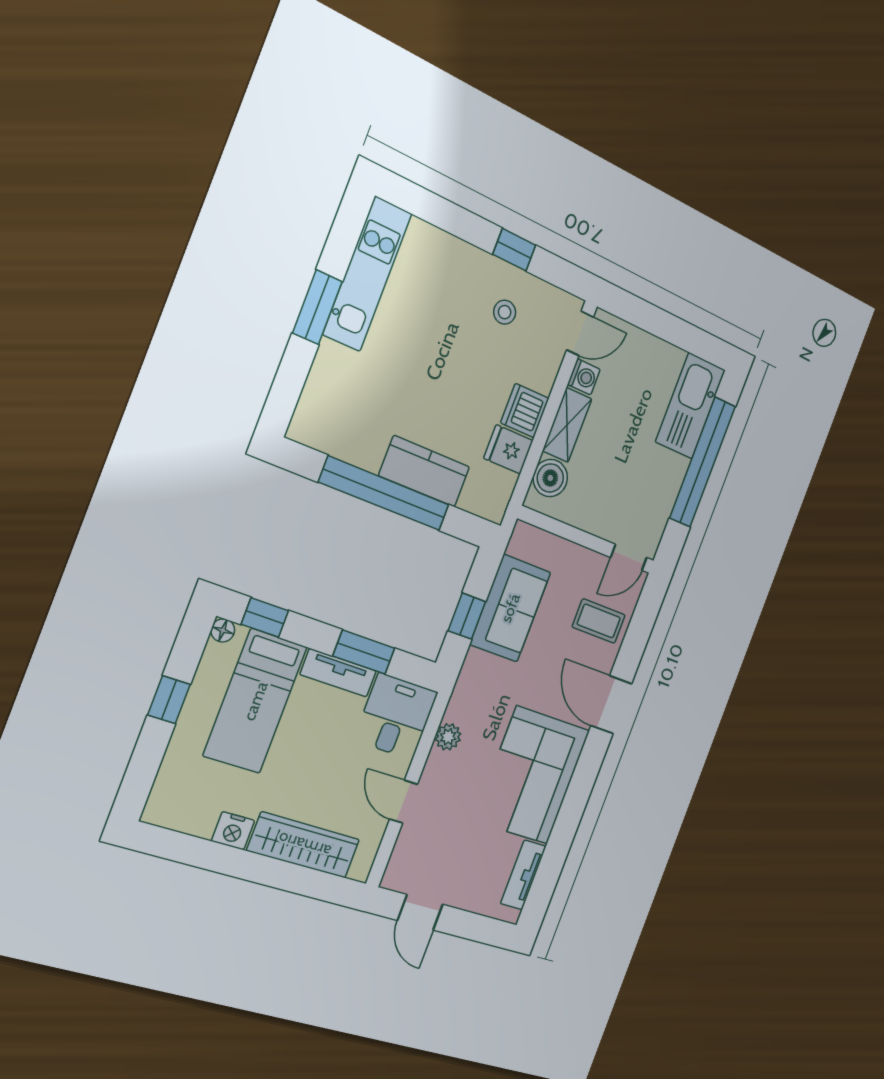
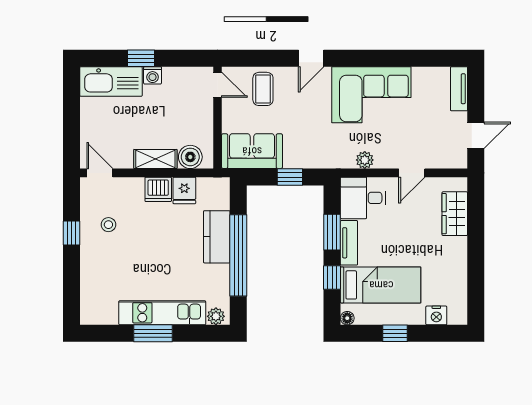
kitchen unit: (367, 274) -> (162, 313), moved
washing machine: (584, 377) -> (153, 75), moved, turned 180
plant: (306, 420) -> (216, 316), added
window: (703, 462) -> (141, 58), width x0.32
sofa: (510, 608) -> (252, 151), moved
window: (265, 617) -> (332, 277), moved
door: (611, 705) -> (311, 58), width x0.73
nightstand: (233, 831) -> (436, 315), moved, turned 90
wardrobe: (304, 845) -> (455, 214), width x0.67
tv unit: (523, 875) -> (459, 89), moved, turned 90

